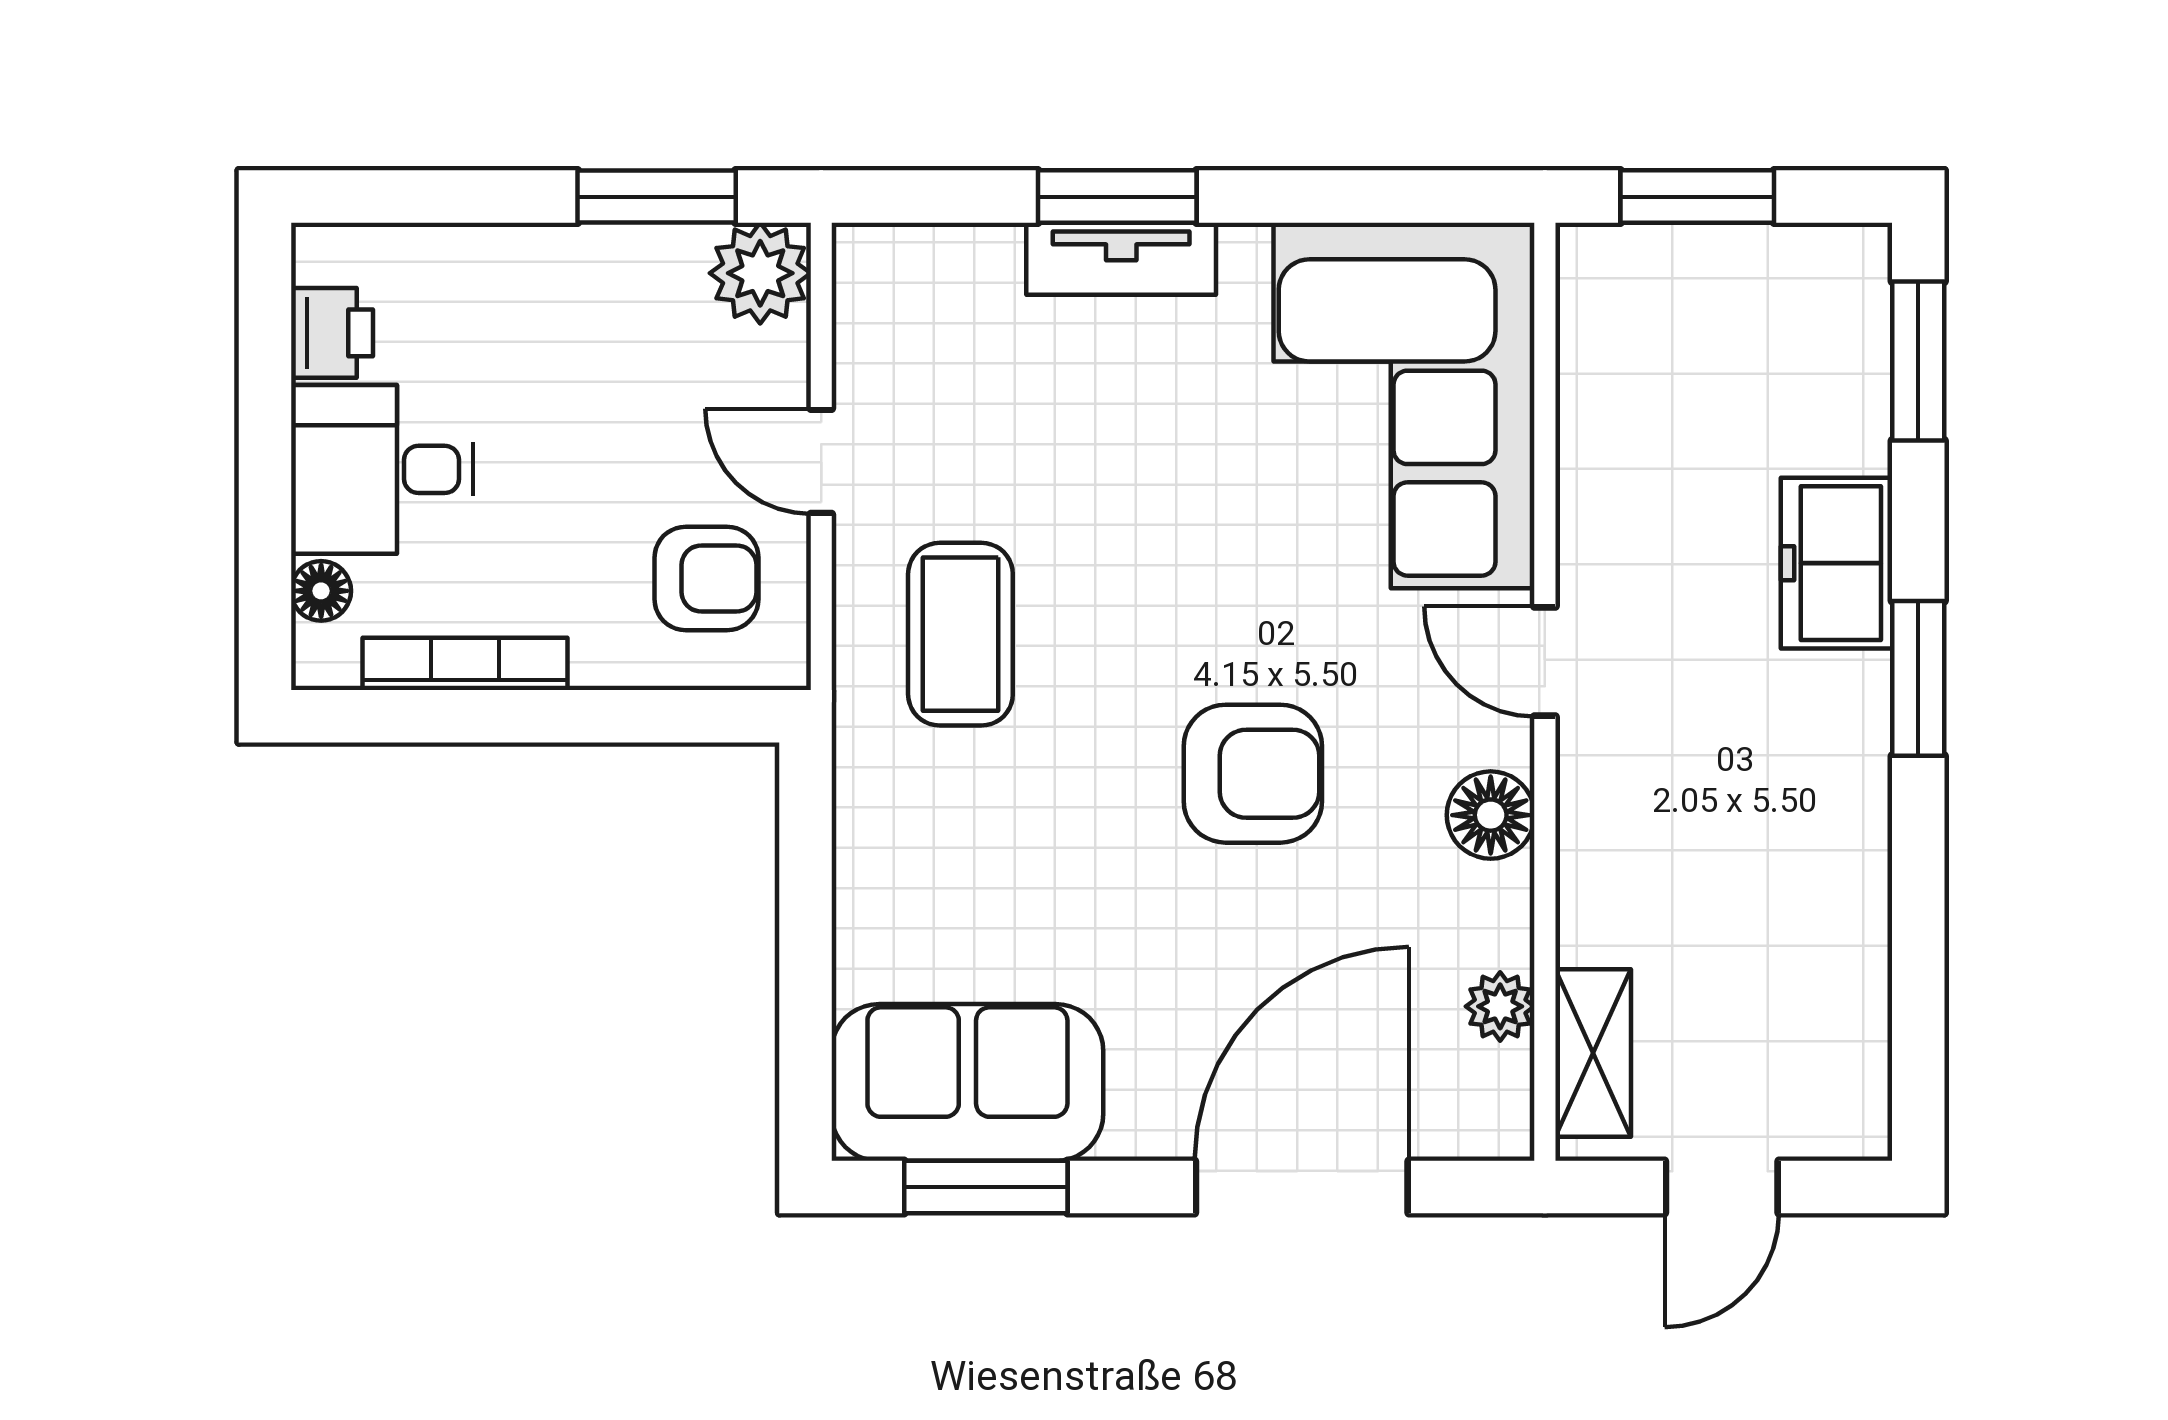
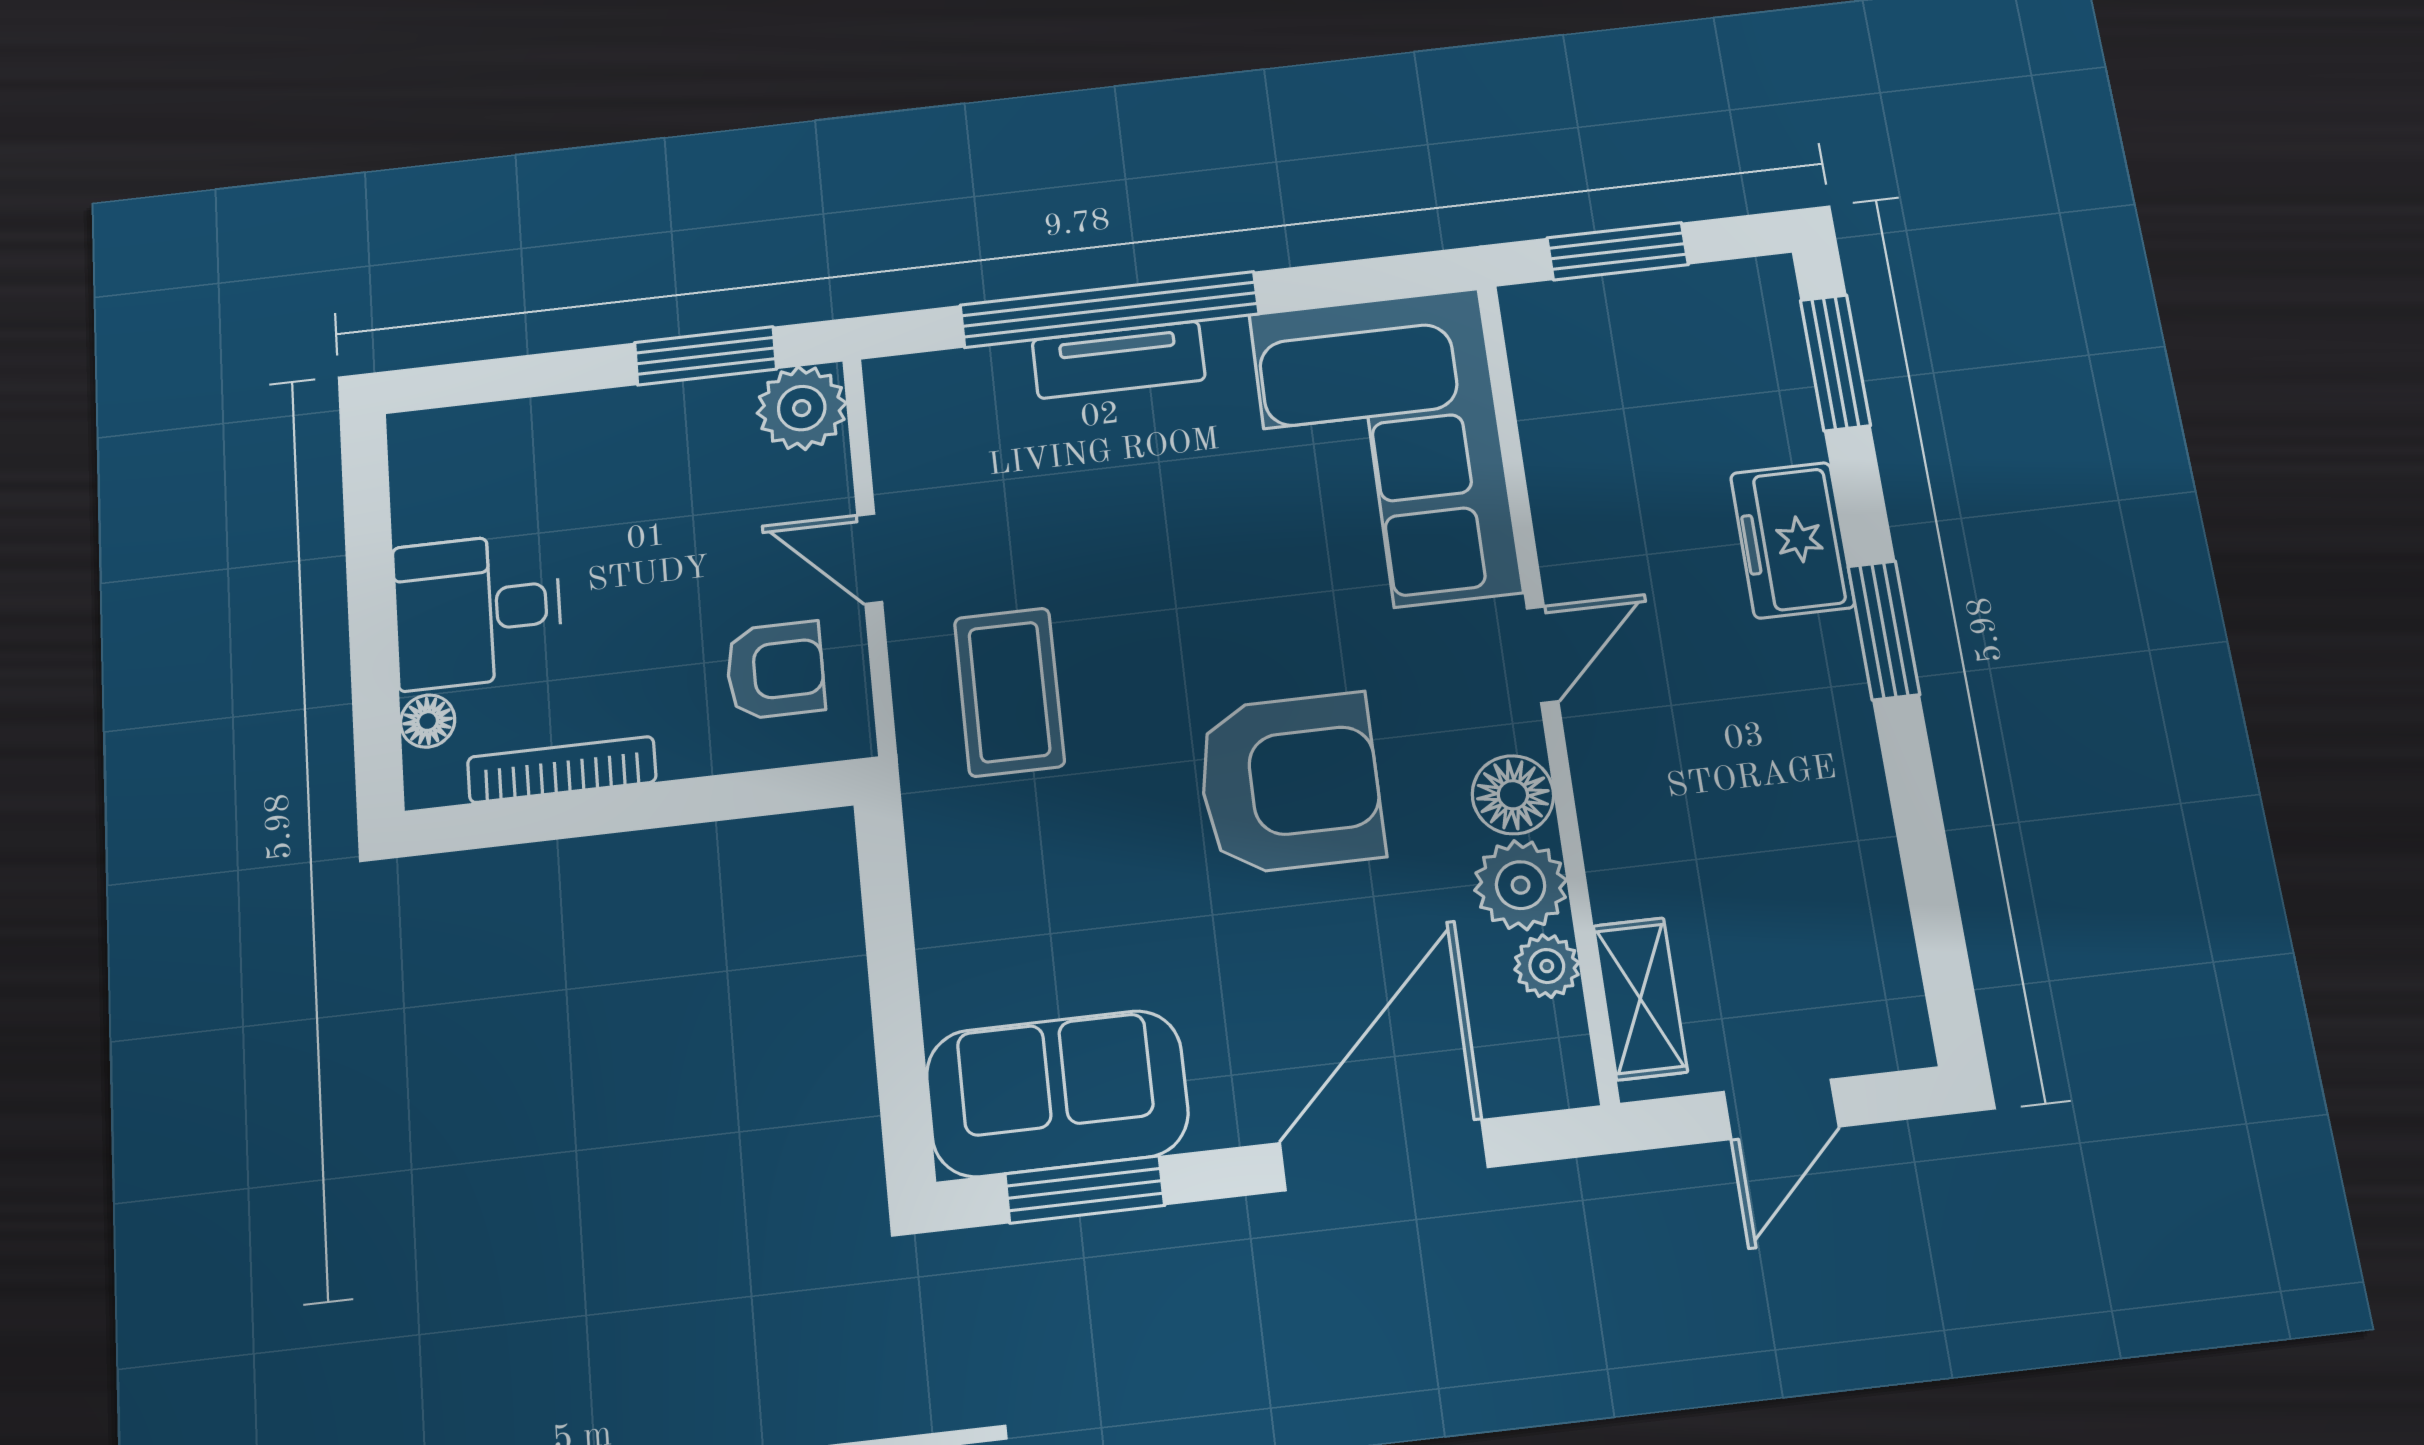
window: (1117, 197) -> (1109, 310), width x2.11
printer: (332, 333) -> (426, 501), removed
door: (1545, 662) -> (1543, 655), swing flipped
armchair: (1253, 774) -> (1290, 783), width x1.36, depth x1.36
plant: (1485, 915) -> (1521, 885), added

